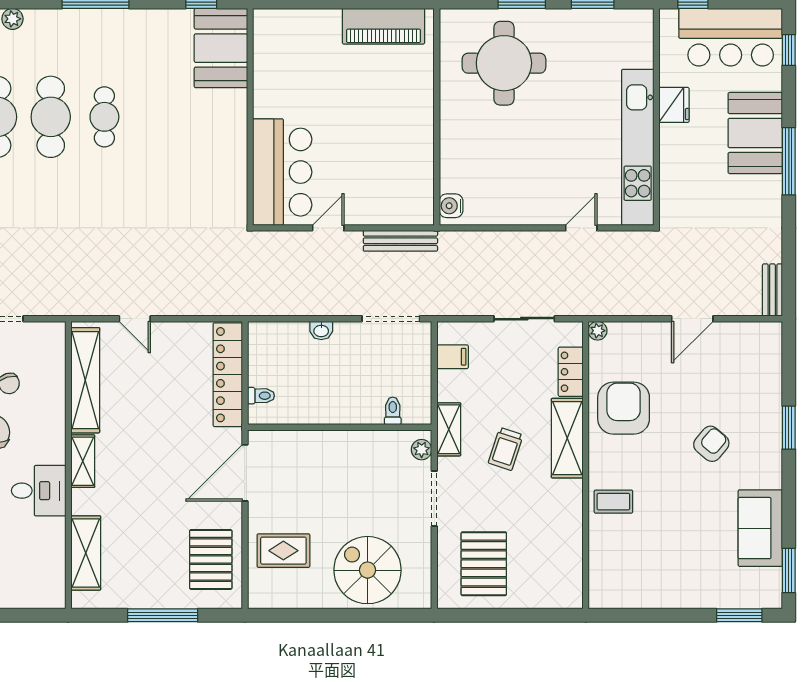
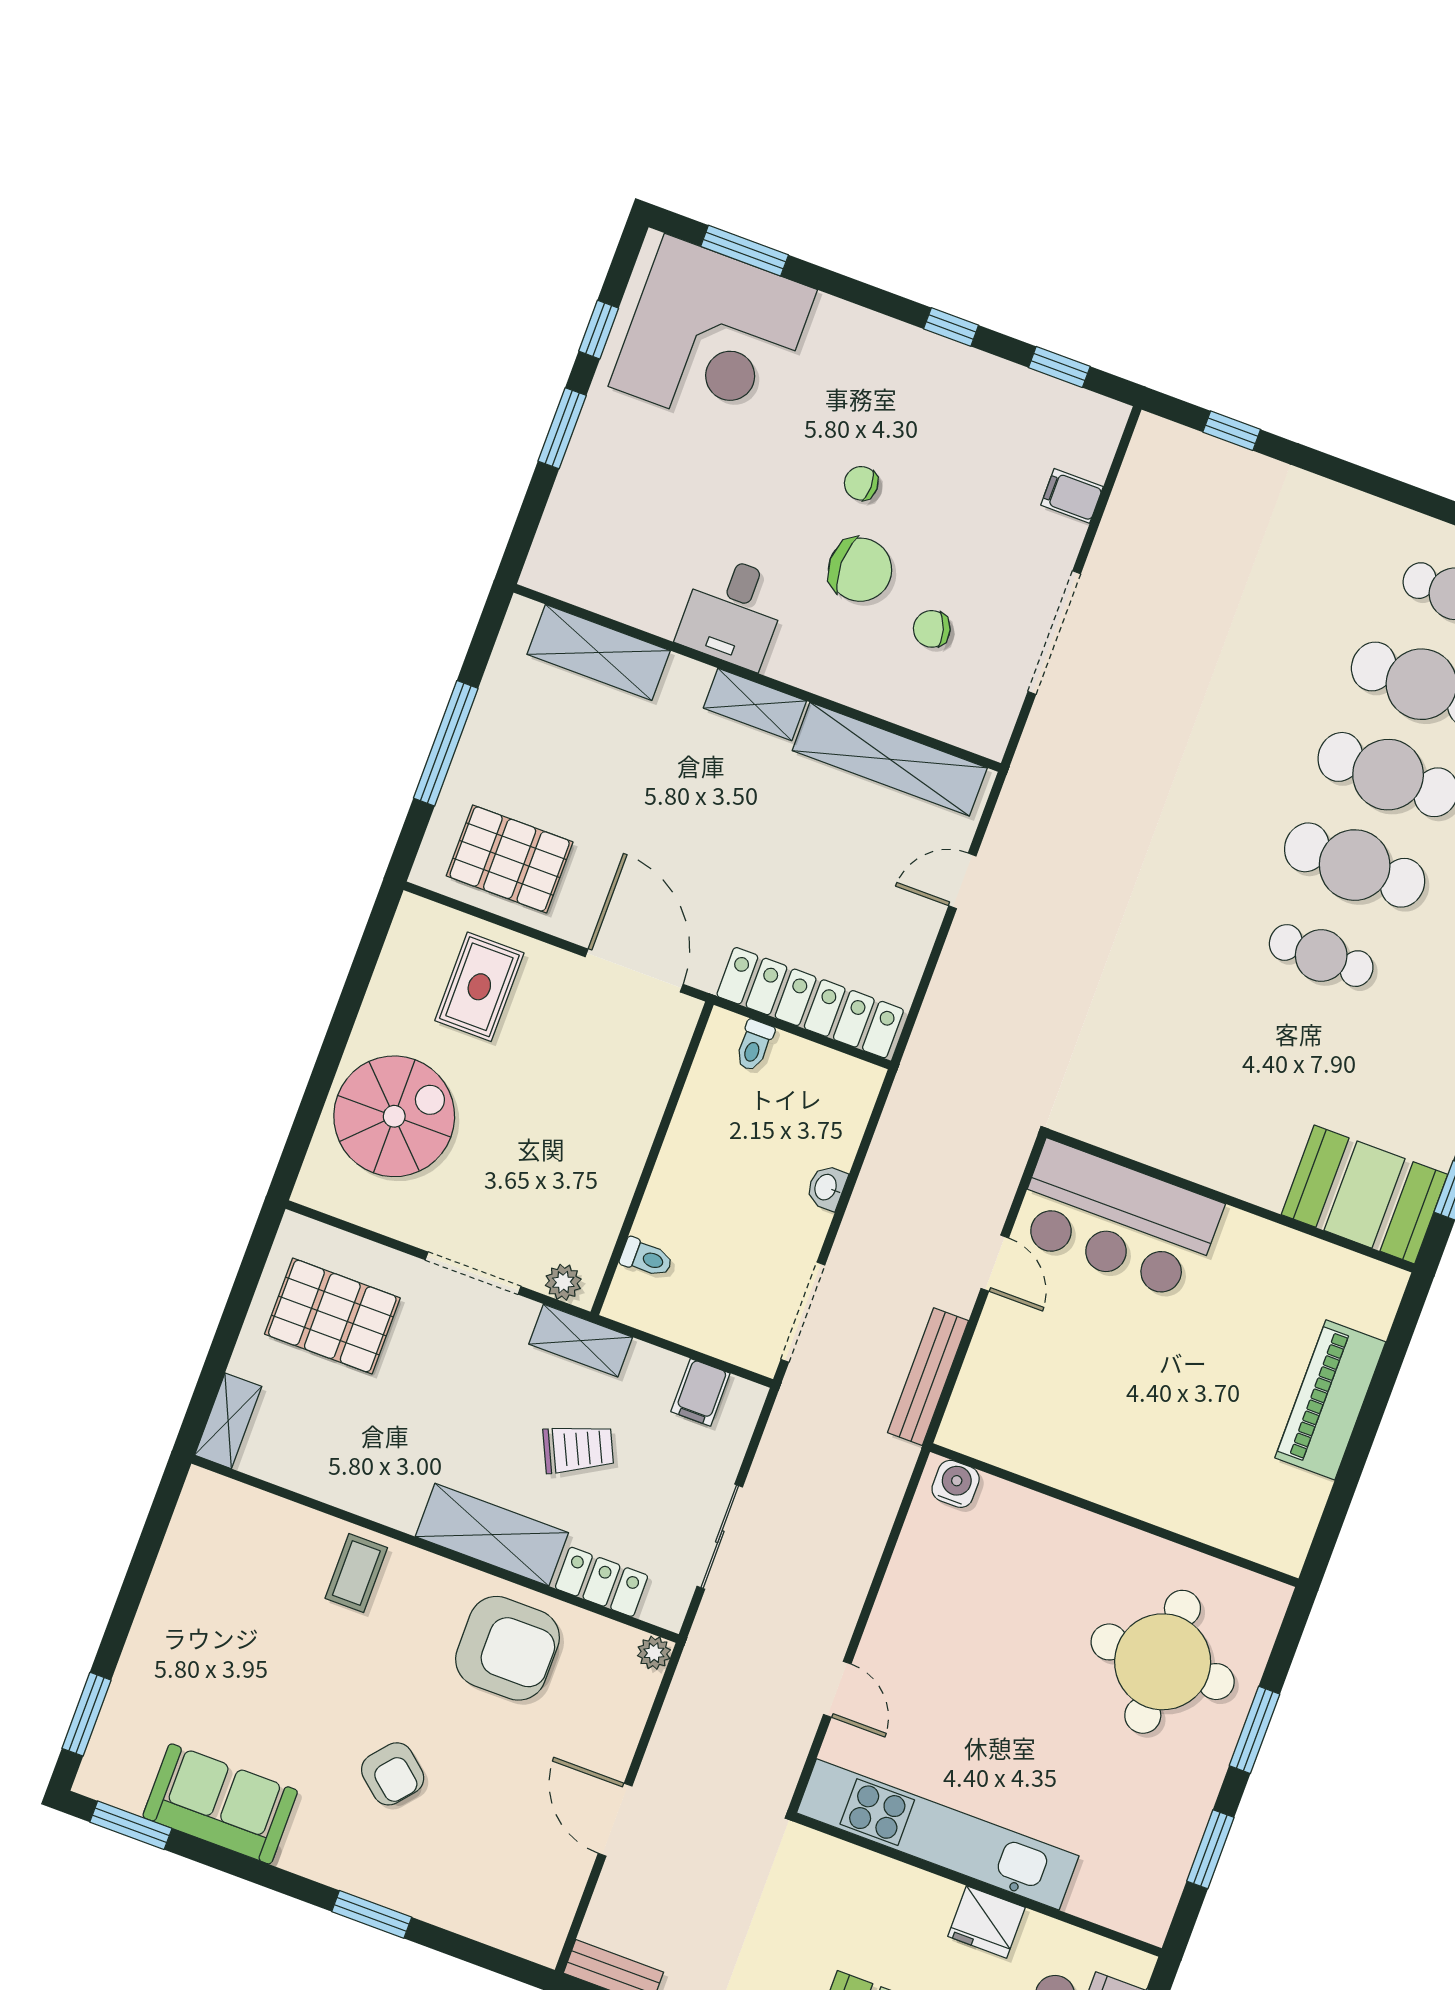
piano: (383, 26) -> (1330, 1400), moved
trolley: (506, 449) -> (578, 1449), moved, turned 137
shelving: (559, 598) -> (228, 1421), added

